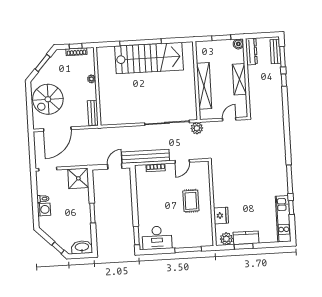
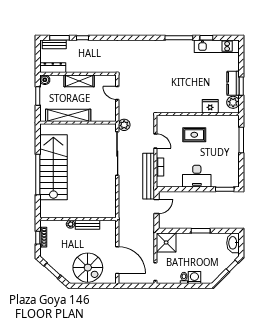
shelving: (204, 86) -> (68, 115), moved
bench: (93, 113) -> (87, 225), moved
door: (115, 166) -> (156, 207), swing flipped
desk: (157, 238) -> (197, 176), moved, turned 90

